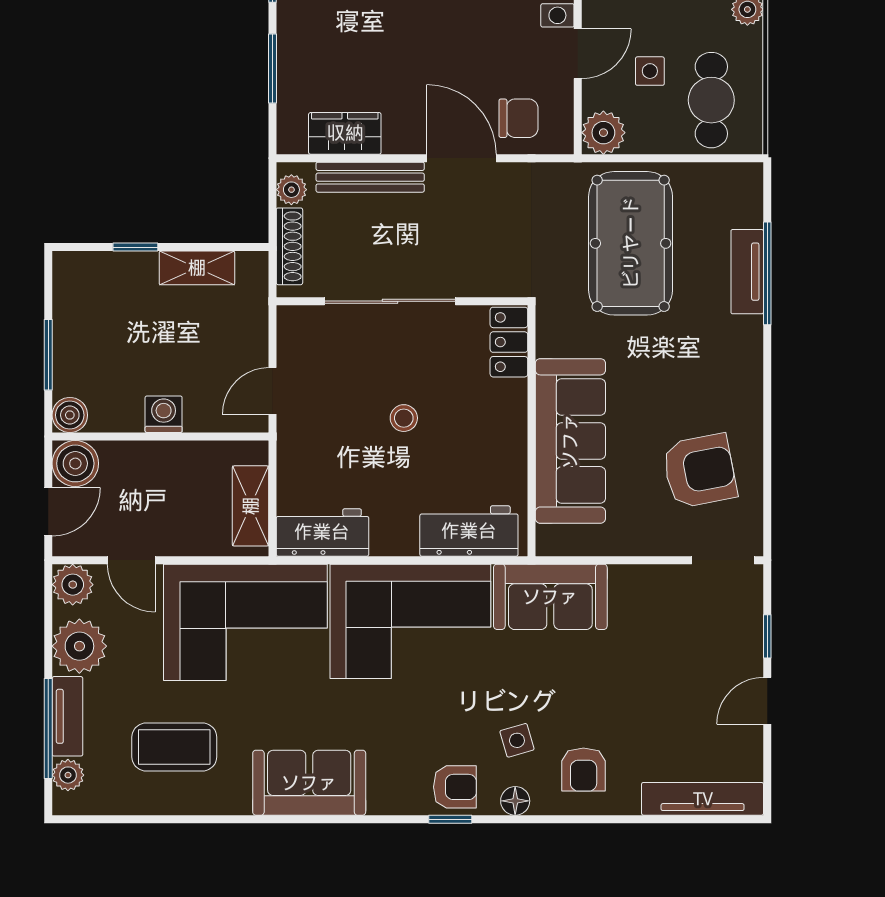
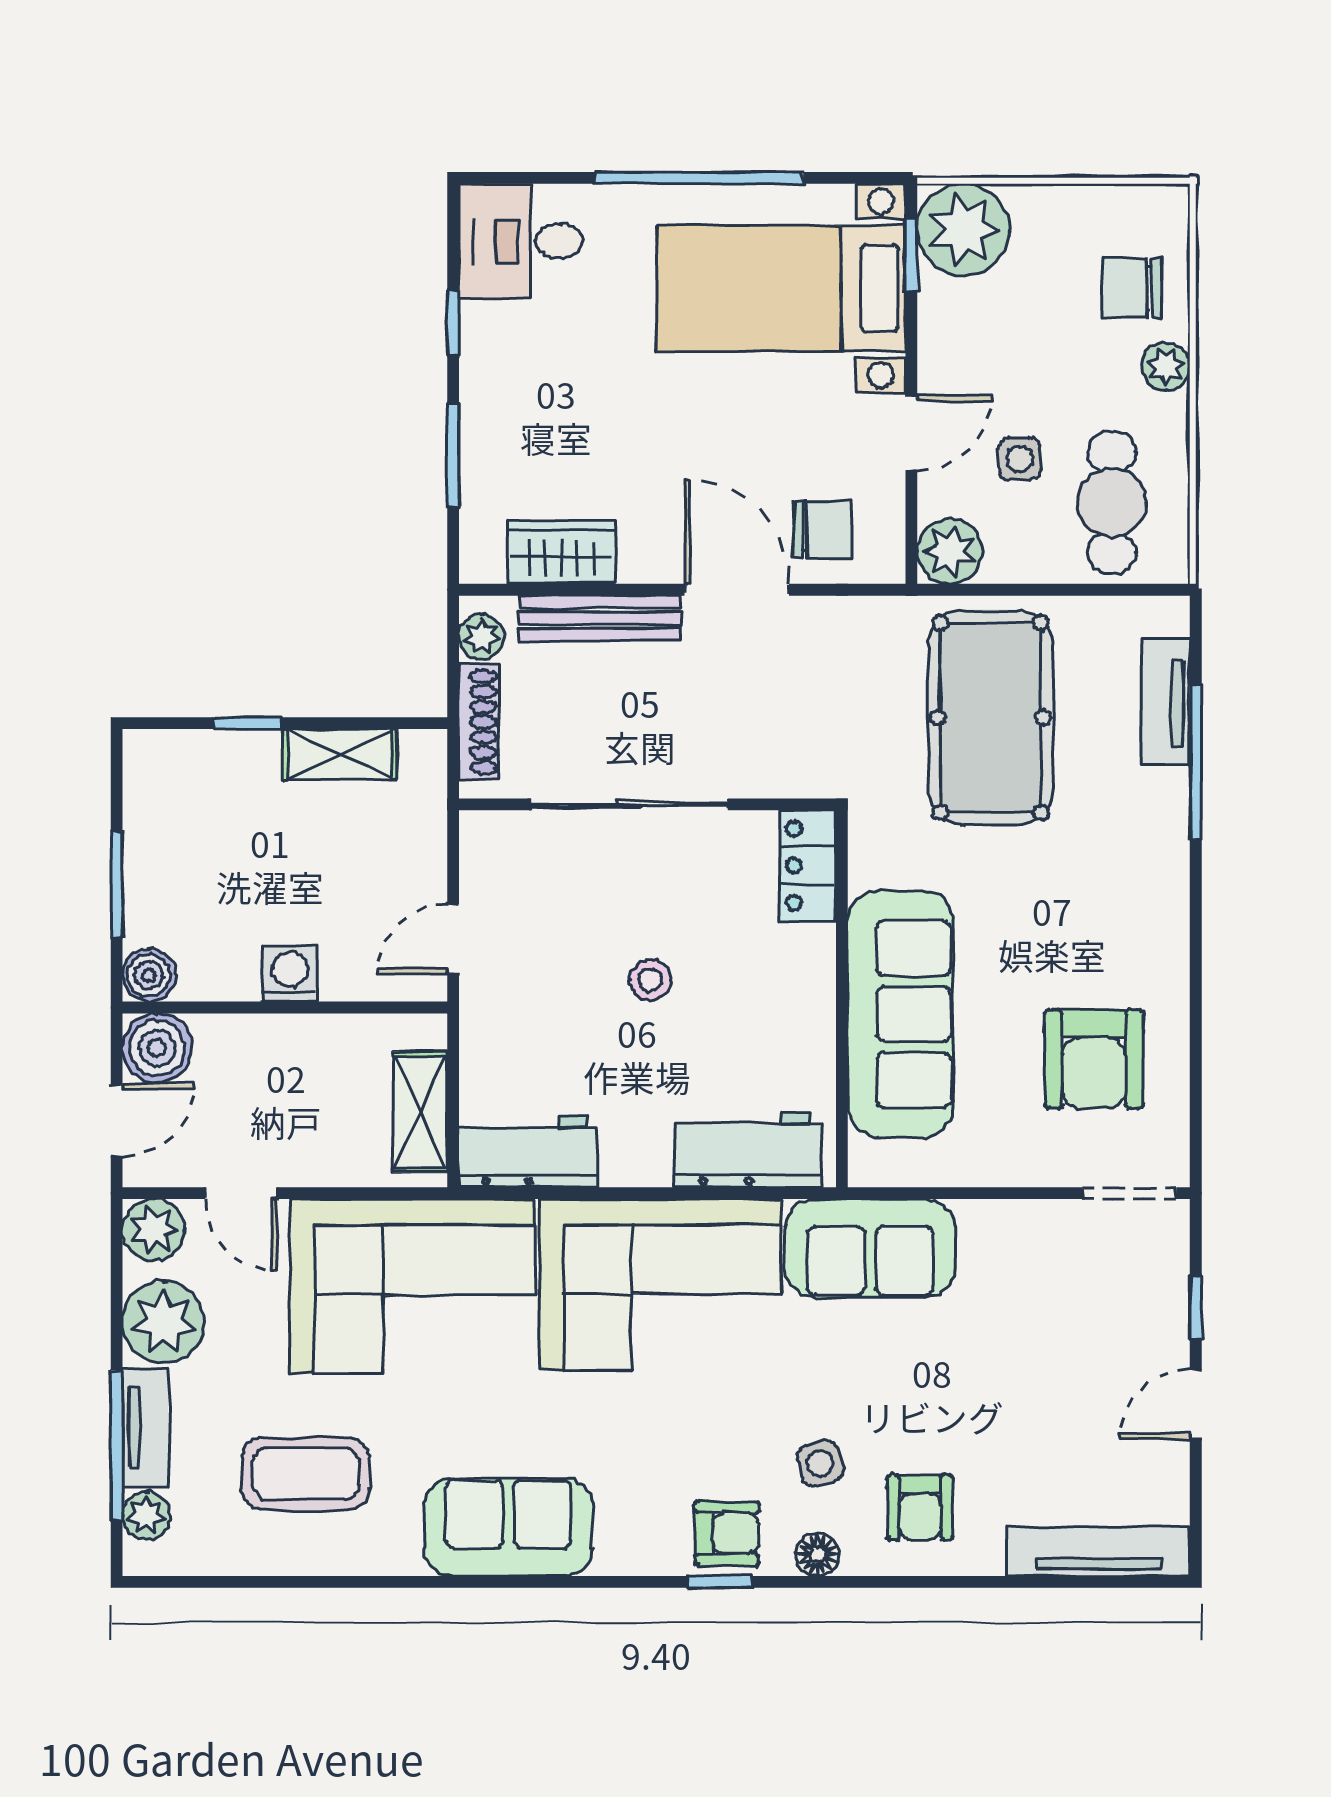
tv unit: (747, 272) -> (1166, 702), moved
armchair: (700, 471) -> (1094, 1059), turned 101

